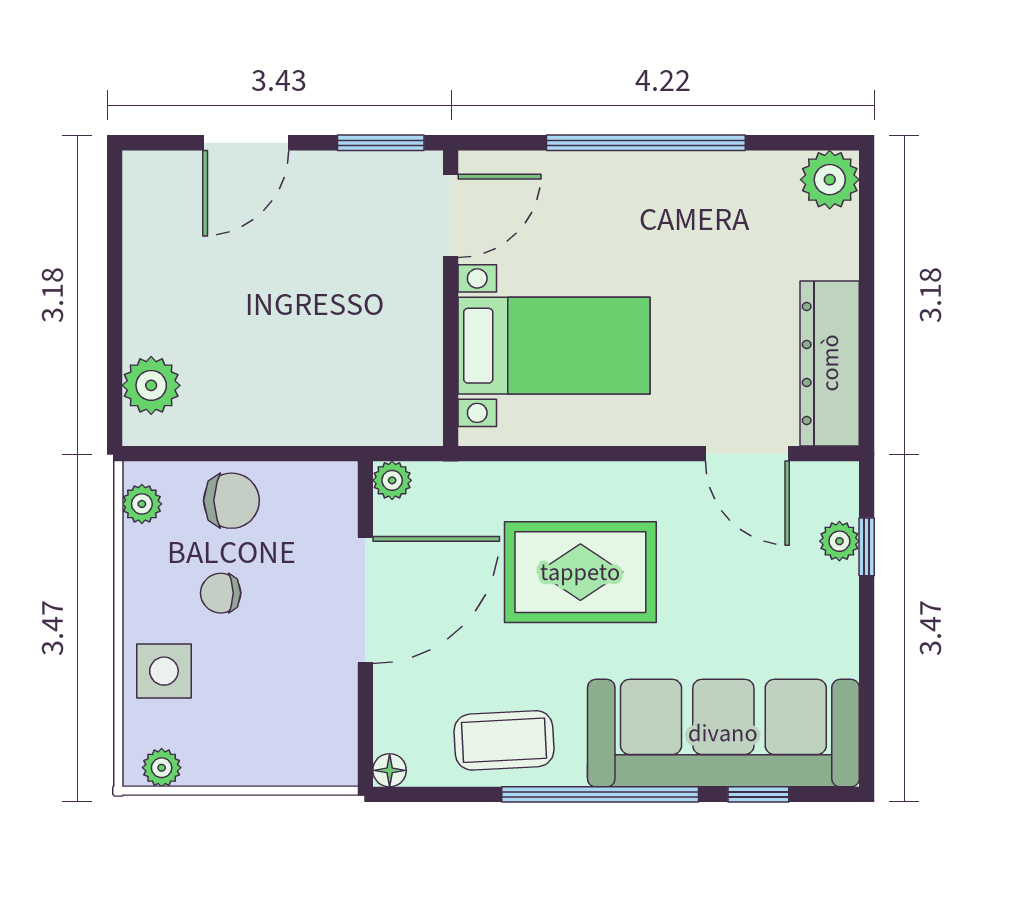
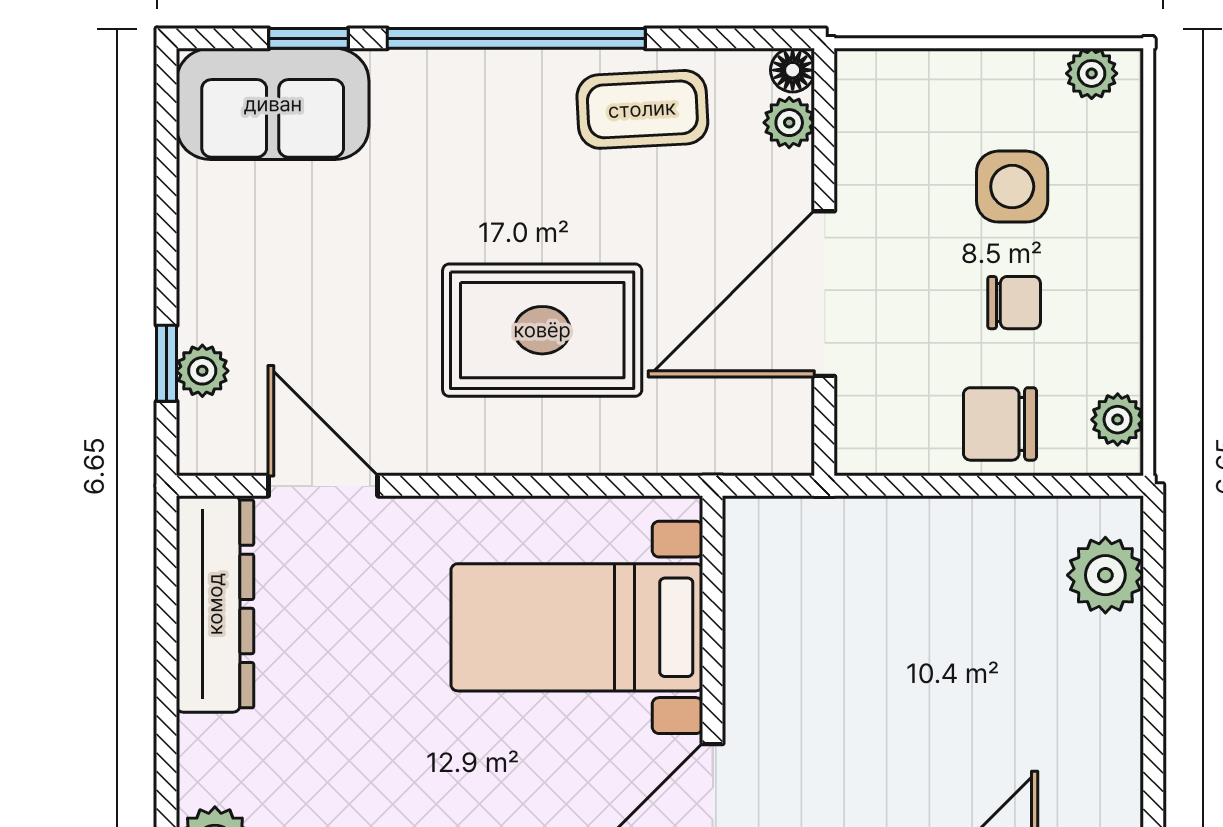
plant: (392, 480) -> (789, 123), moved
side table: (164, 671) -> (1012, 187), moved
sofa: (723, 733) -> (273, 104), width x0.54, depth x0.79

